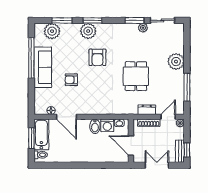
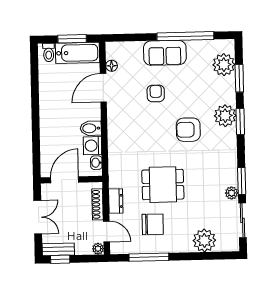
plant: (176, 62) -> (204, 240), moved
sofa: (43, 67) -> (165, 53), width x0.73
chair: (164, 84) -> (153, 224), added

